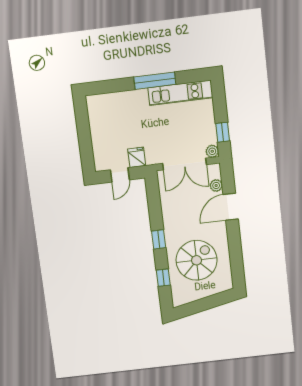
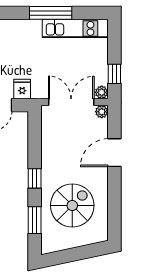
double door: (184, 164) -> (71, 102), swing flipped
plant: (216, 185) -> (102, 112), moved
window: (163, 278) -> (35, 220), width x1.50

